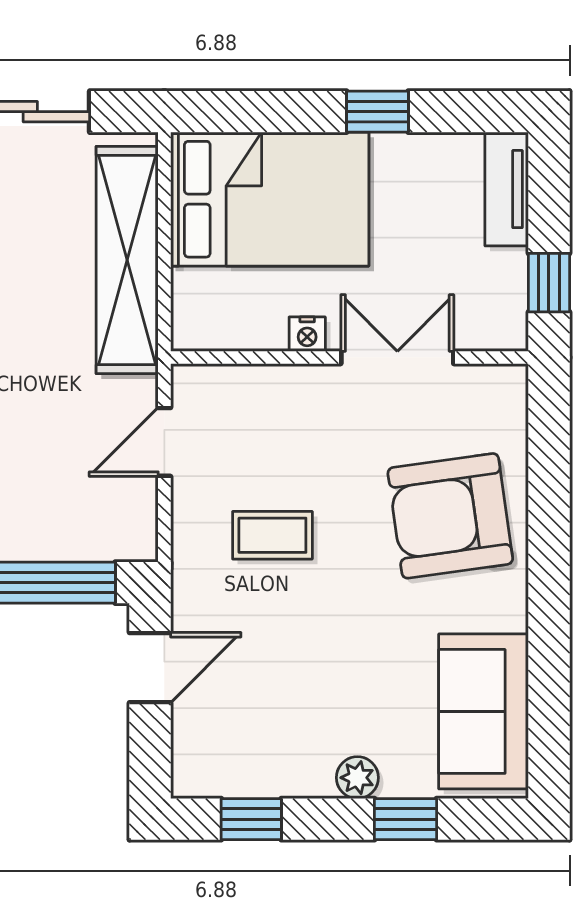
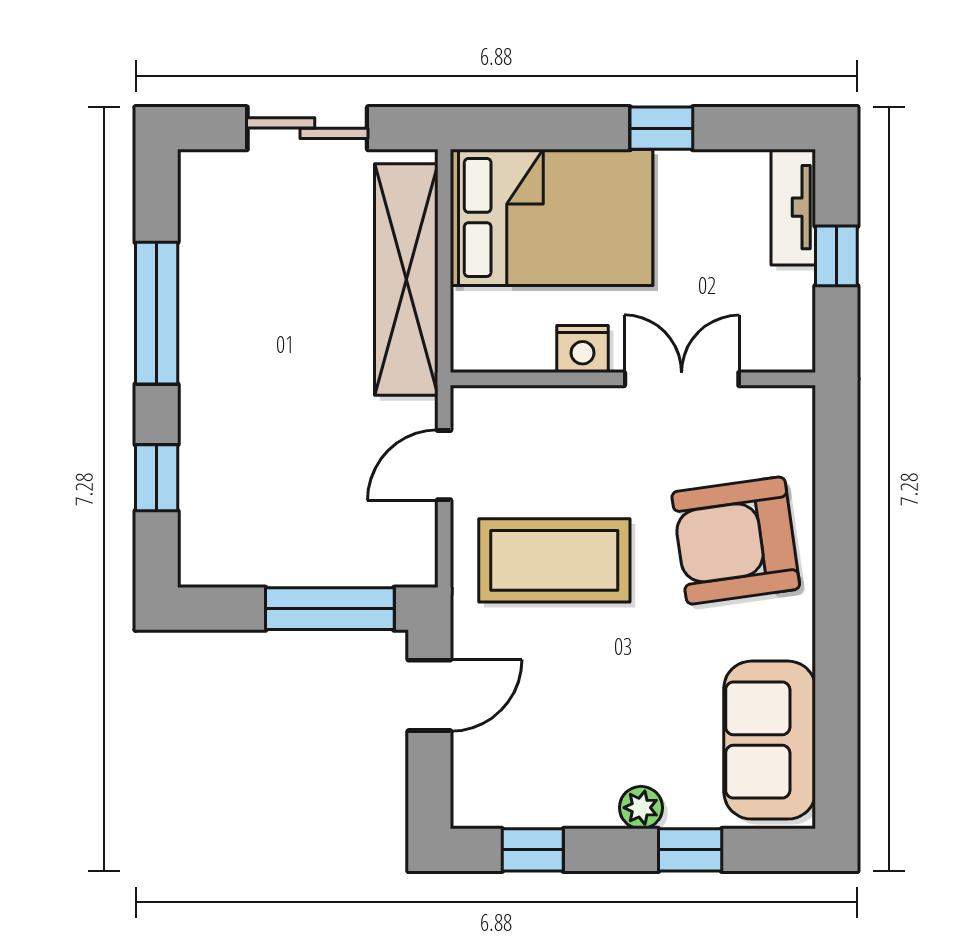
window: (549, 283) -> (836, 256), moved
nightstand: (307, 334) -> (583, 349), width x1.39, depth x1.35
coffee table: (272, 535) -> (554, 560), width x1.86, depth x1.72

